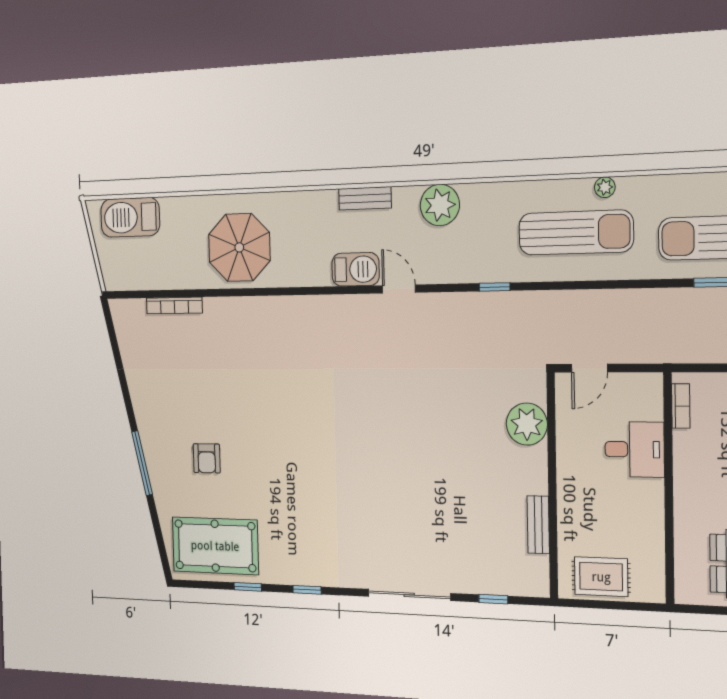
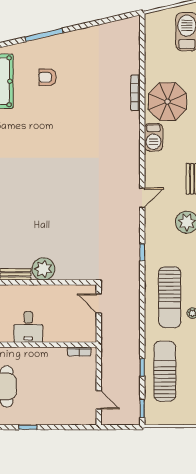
barbecue: (356, 269) -> (153, 137), moved
bookcase: (174, 305) -> (135, 93), moved
plant: (527, 424) -> (43, 269), moved
desk: (635, 449) -> (28, 327), moved

